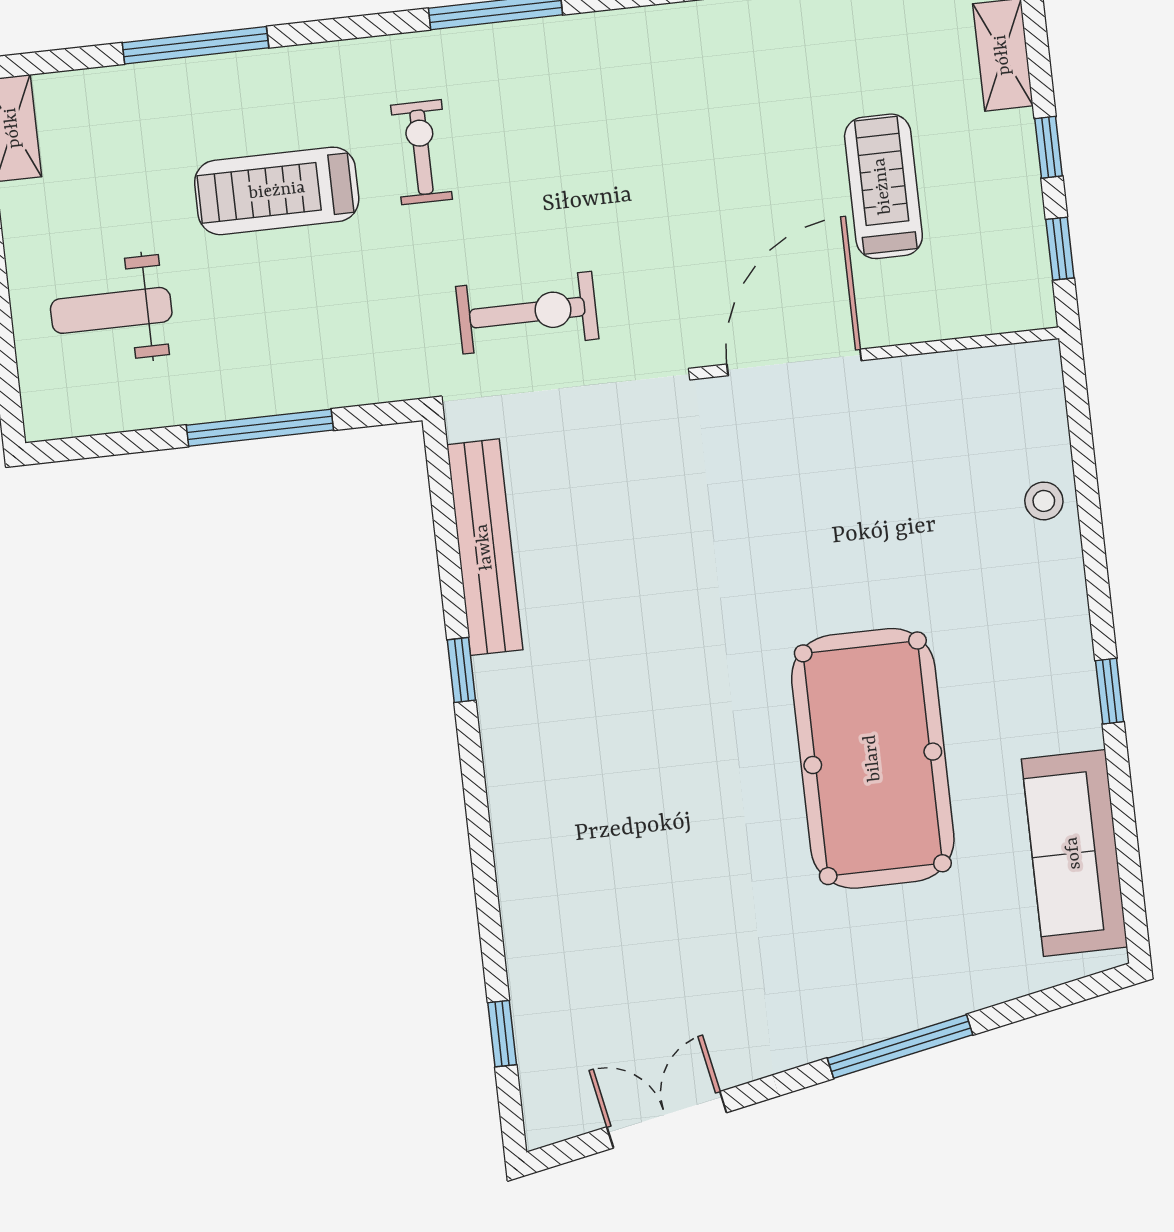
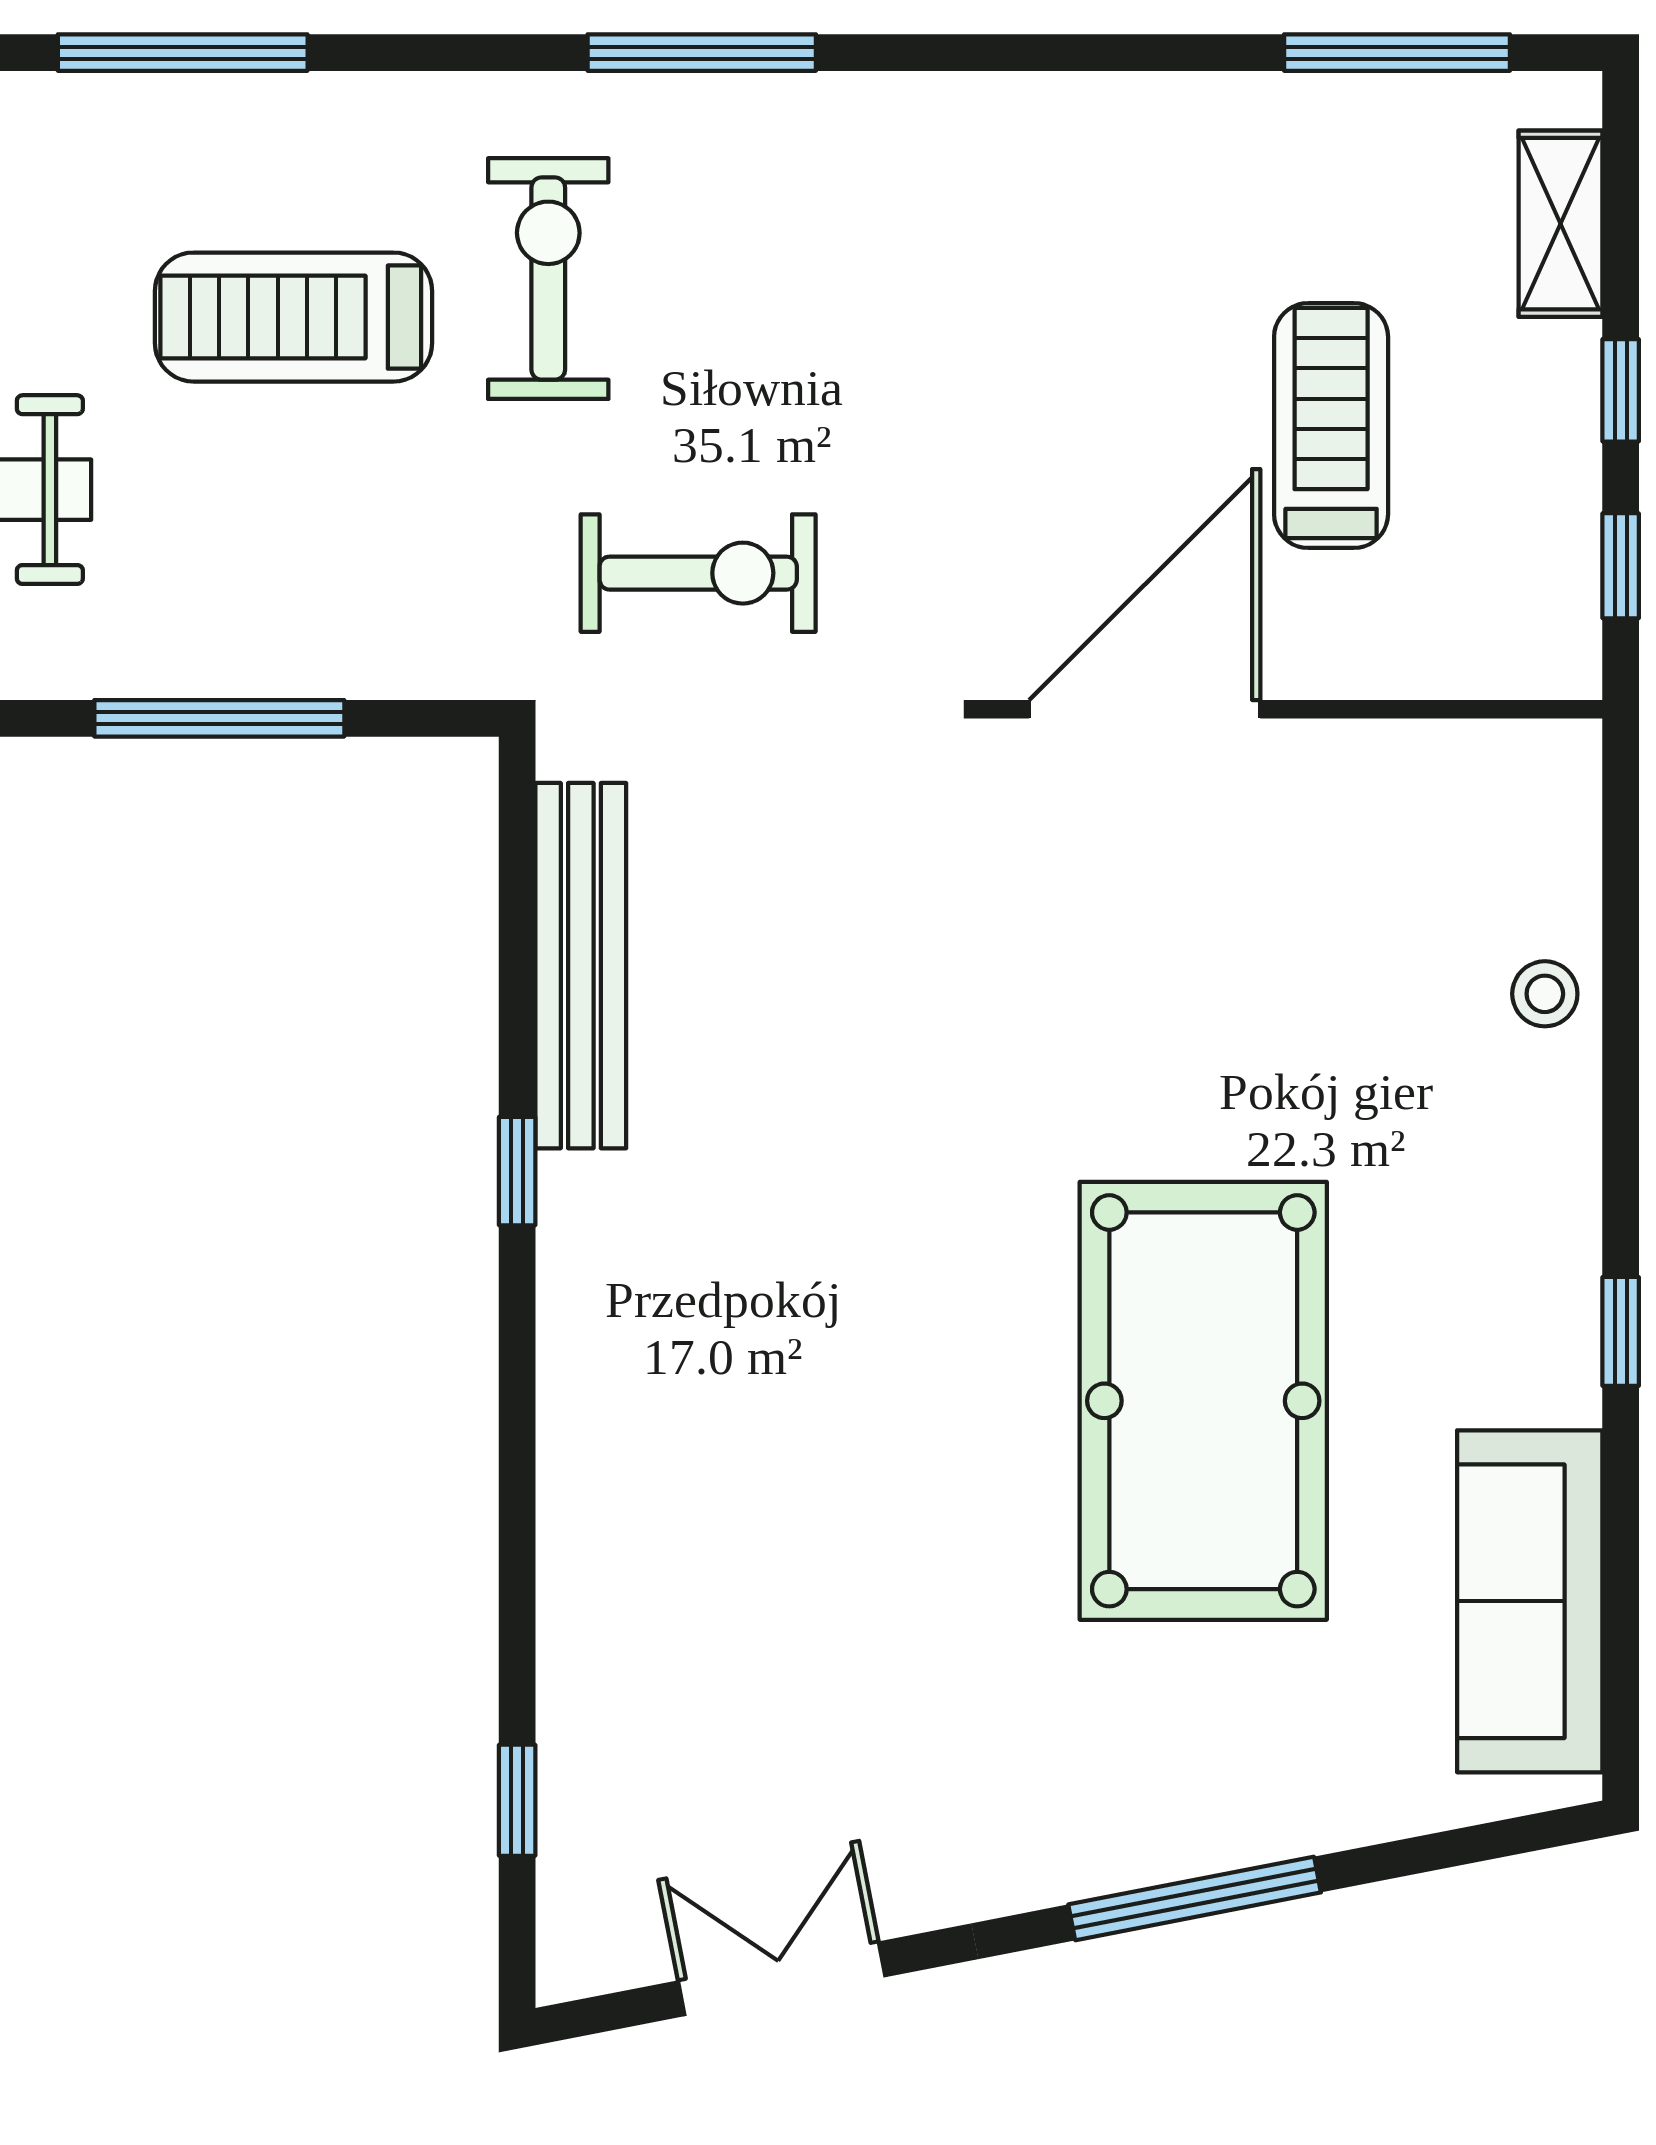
exercise bike: (421, 152) -> (548, 279), width x1.38, depth x1.39

